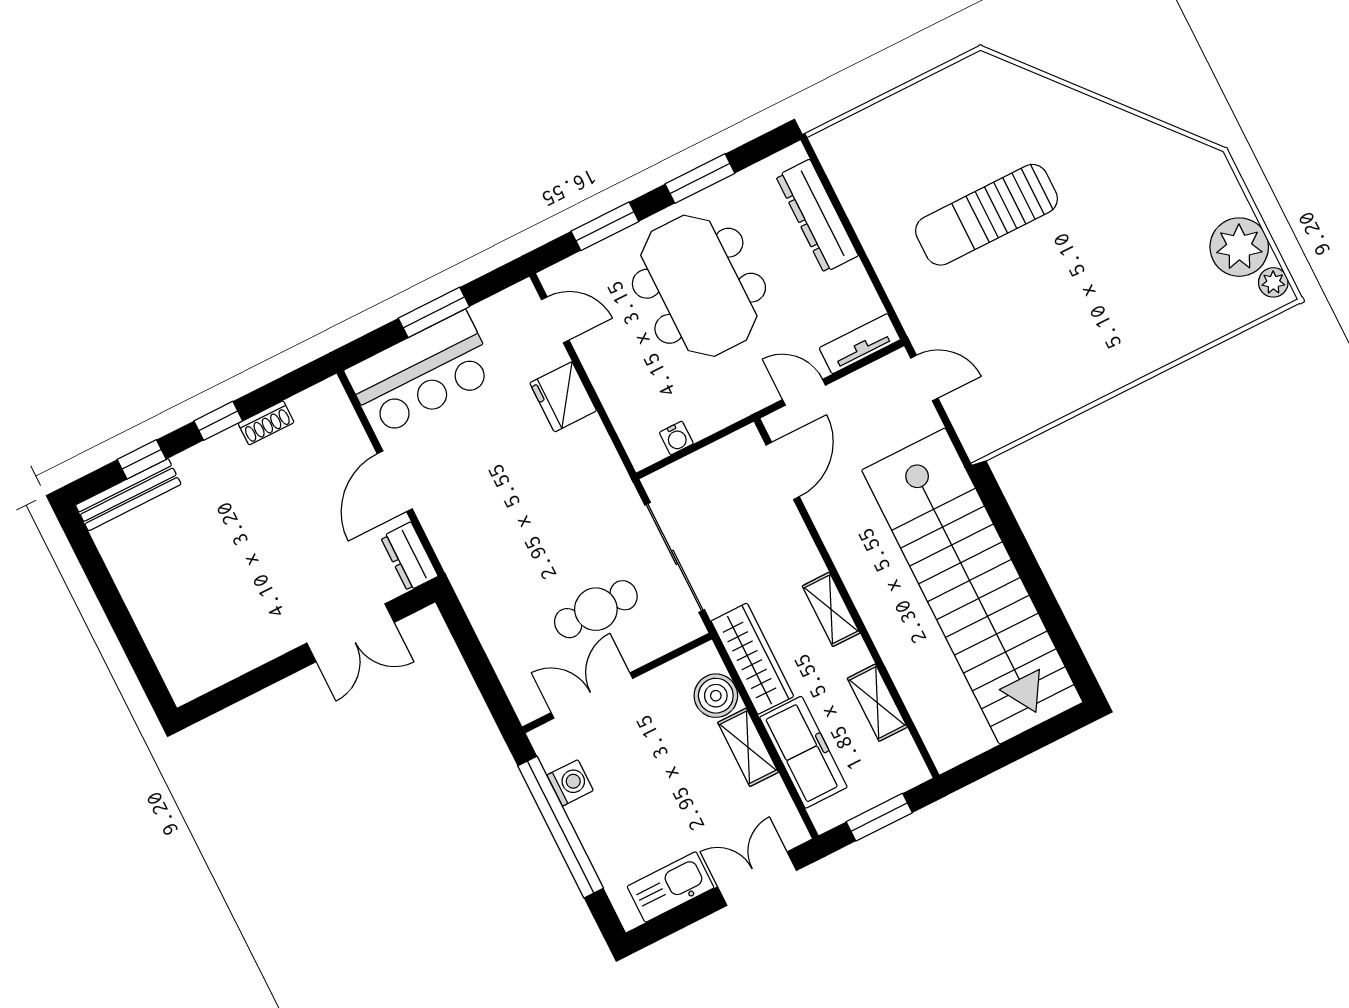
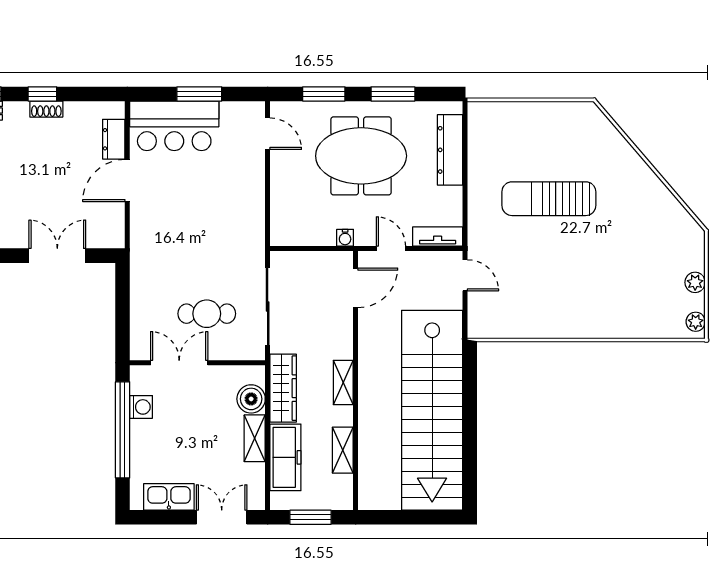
plant: (1239, 247) -> (695, 282), width x0.53, depth x0.53
meeting table: (699, 286) -> (361, 156), turned 90
fridge: (563, 397) -> (250, 181), removed
shoe rack: (266, 423) -> (46, 109), moved
water cooler: (676, 438) -> (345, 238), moved
dresser: (409, 557) -> (114, 139), moved
double door: (350, 633) -> (57, 256), swing flipped

